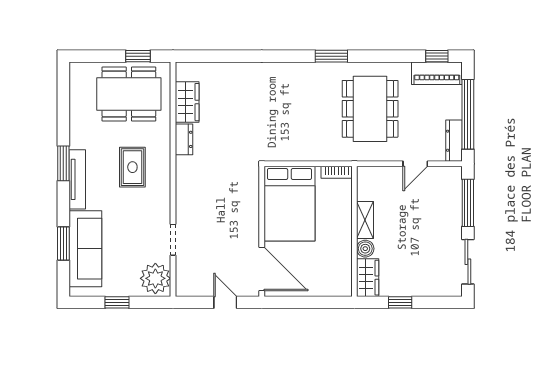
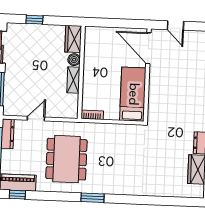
bed: (289, 204) -> (133, 94), width x0.67
window: (400, 302) -> (34, 20), moved

